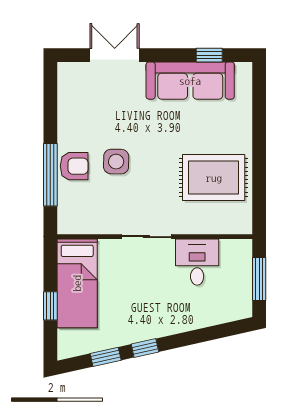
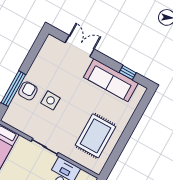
armchair: (74, 166) -> (28, 91), turned -90
rug: (214, 178) -> (95, 136), turned 90

